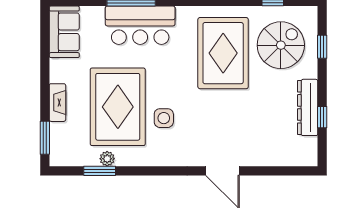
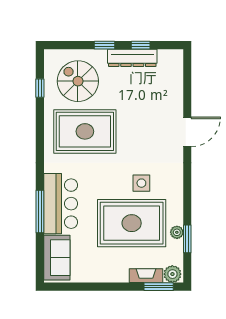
sofa: (64, 32) -> (57, 258), moved, turned 90
window: (322, 47) -> (105, 45), moved
fireplace: (57, 103) -> (146, 276), moved
plant: (59, 154) -> (172, 274), added

